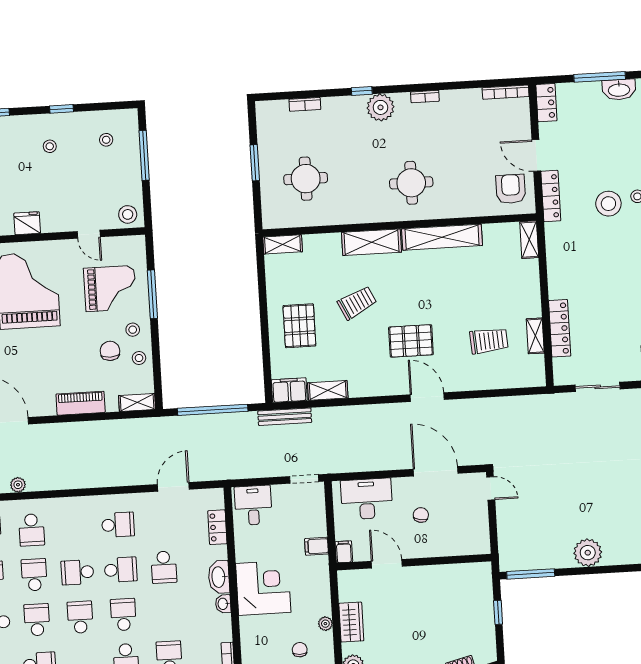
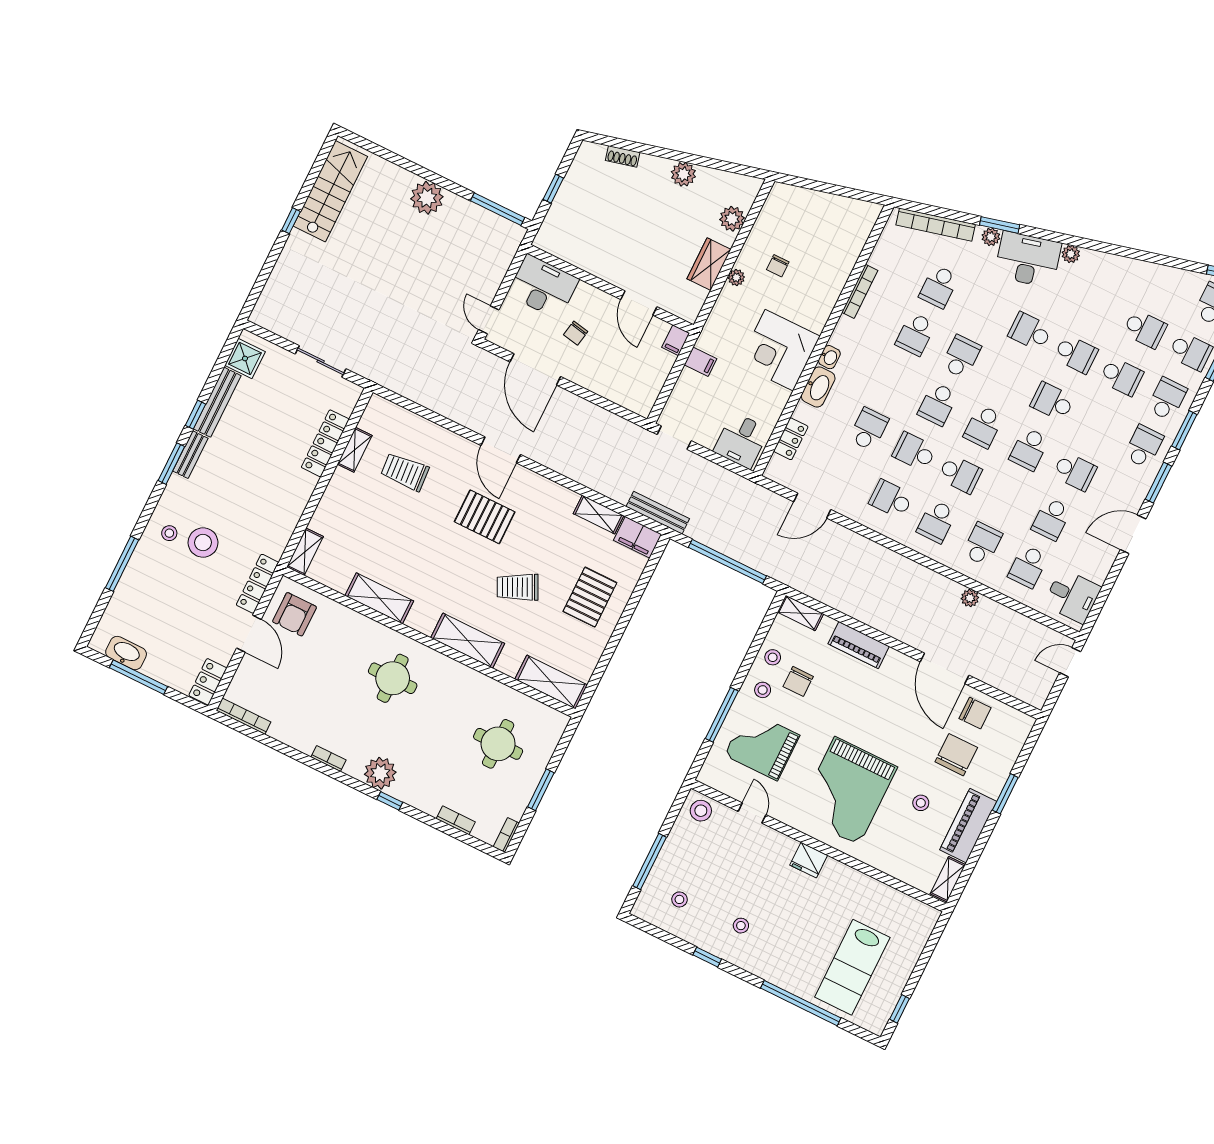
bookcase: (261, 115) -> (506, 835), added
shelving: (442, 237) -> (379, 598), width x0.68
shelving: (283, 244) -> (551, 682), width x1.50, depth x1.33
desk: (367, 499) -> (543, 287), moved, turned 180
school desk: (34, 575) -> (937, 522), moved

